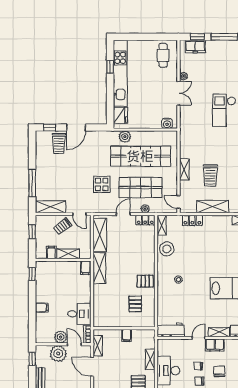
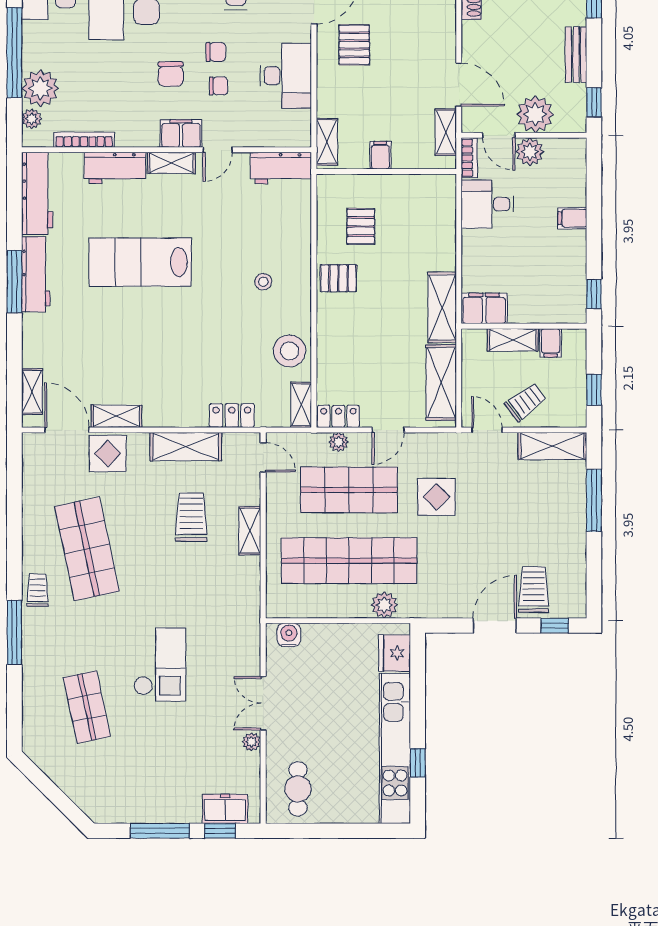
filing cabinet: (86, 268) -> (484, 308), width x2.00
shelving: (150, 359) -> (327, 142), moved

